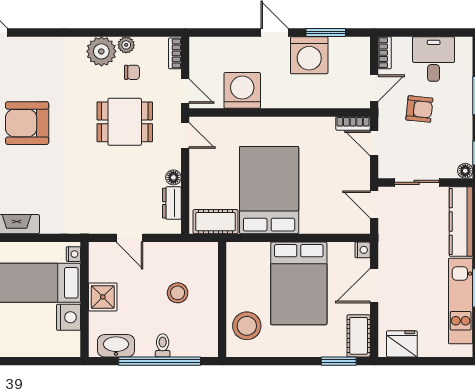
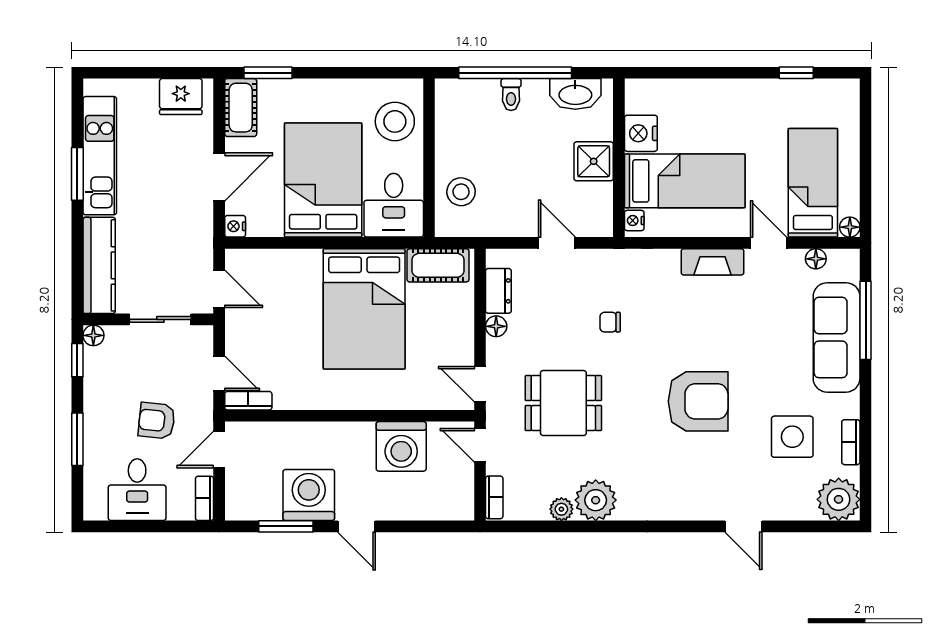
chair: (132, 72) -> (610, 322), moved
desk: (248, 265) -> (394, 205), added
stool: (178, 293) -> (461, 192), moved

